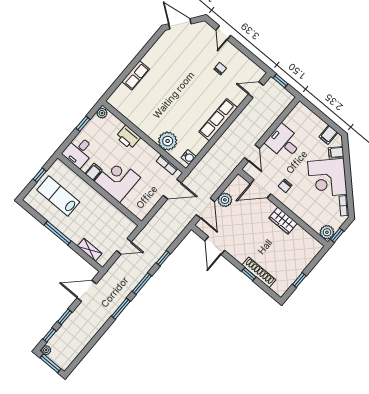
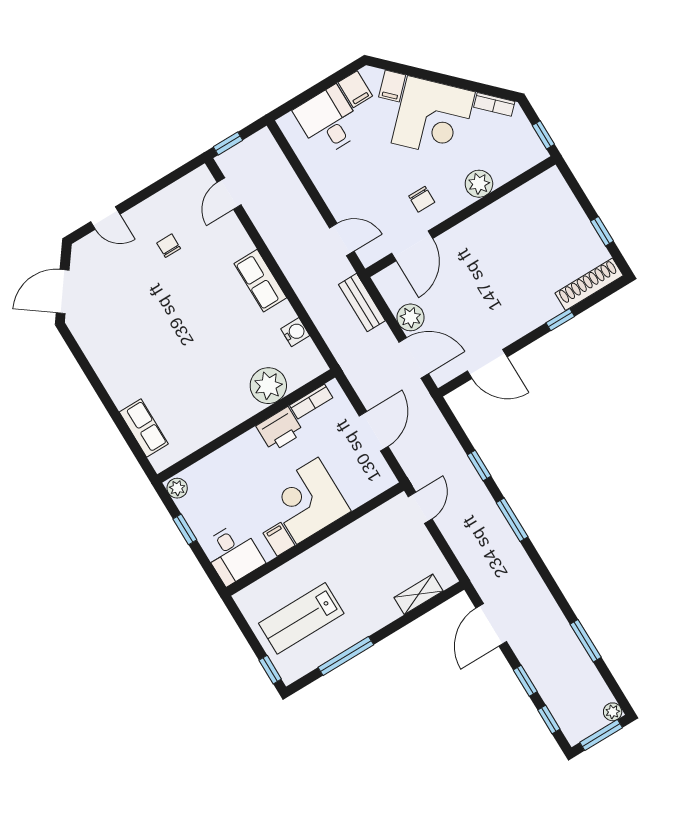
row of seats: (136, 75) -> (144, 428), moved
row of seats: (218, 120) -> (260, 281), width x0.68
printer: (128, 137) -> (280, 429), moved
desk: (284, 142) -> (329, 121), moved, turned 90
water cooler: (189, 157) -> (295, 332), moved
bench: (224, 173) -> (362, 303), added
window: (40, 175) -> (270, 670), moved
door: (172, 189) -> (374, 431), moved
wardrobe: (283, 221) -> (484, 224), removed
plant: (327, 232) -> (479, 184), moved
window: (58, 233) -> (346, 656), moved
door: (124, 246) -> (420, 508), moved
shoe rack: (259, 272) -> (589, 284), moved
window: (121, 309) -> (586, 641), moved
plant: (46, 350) -> (613, 712), moved

